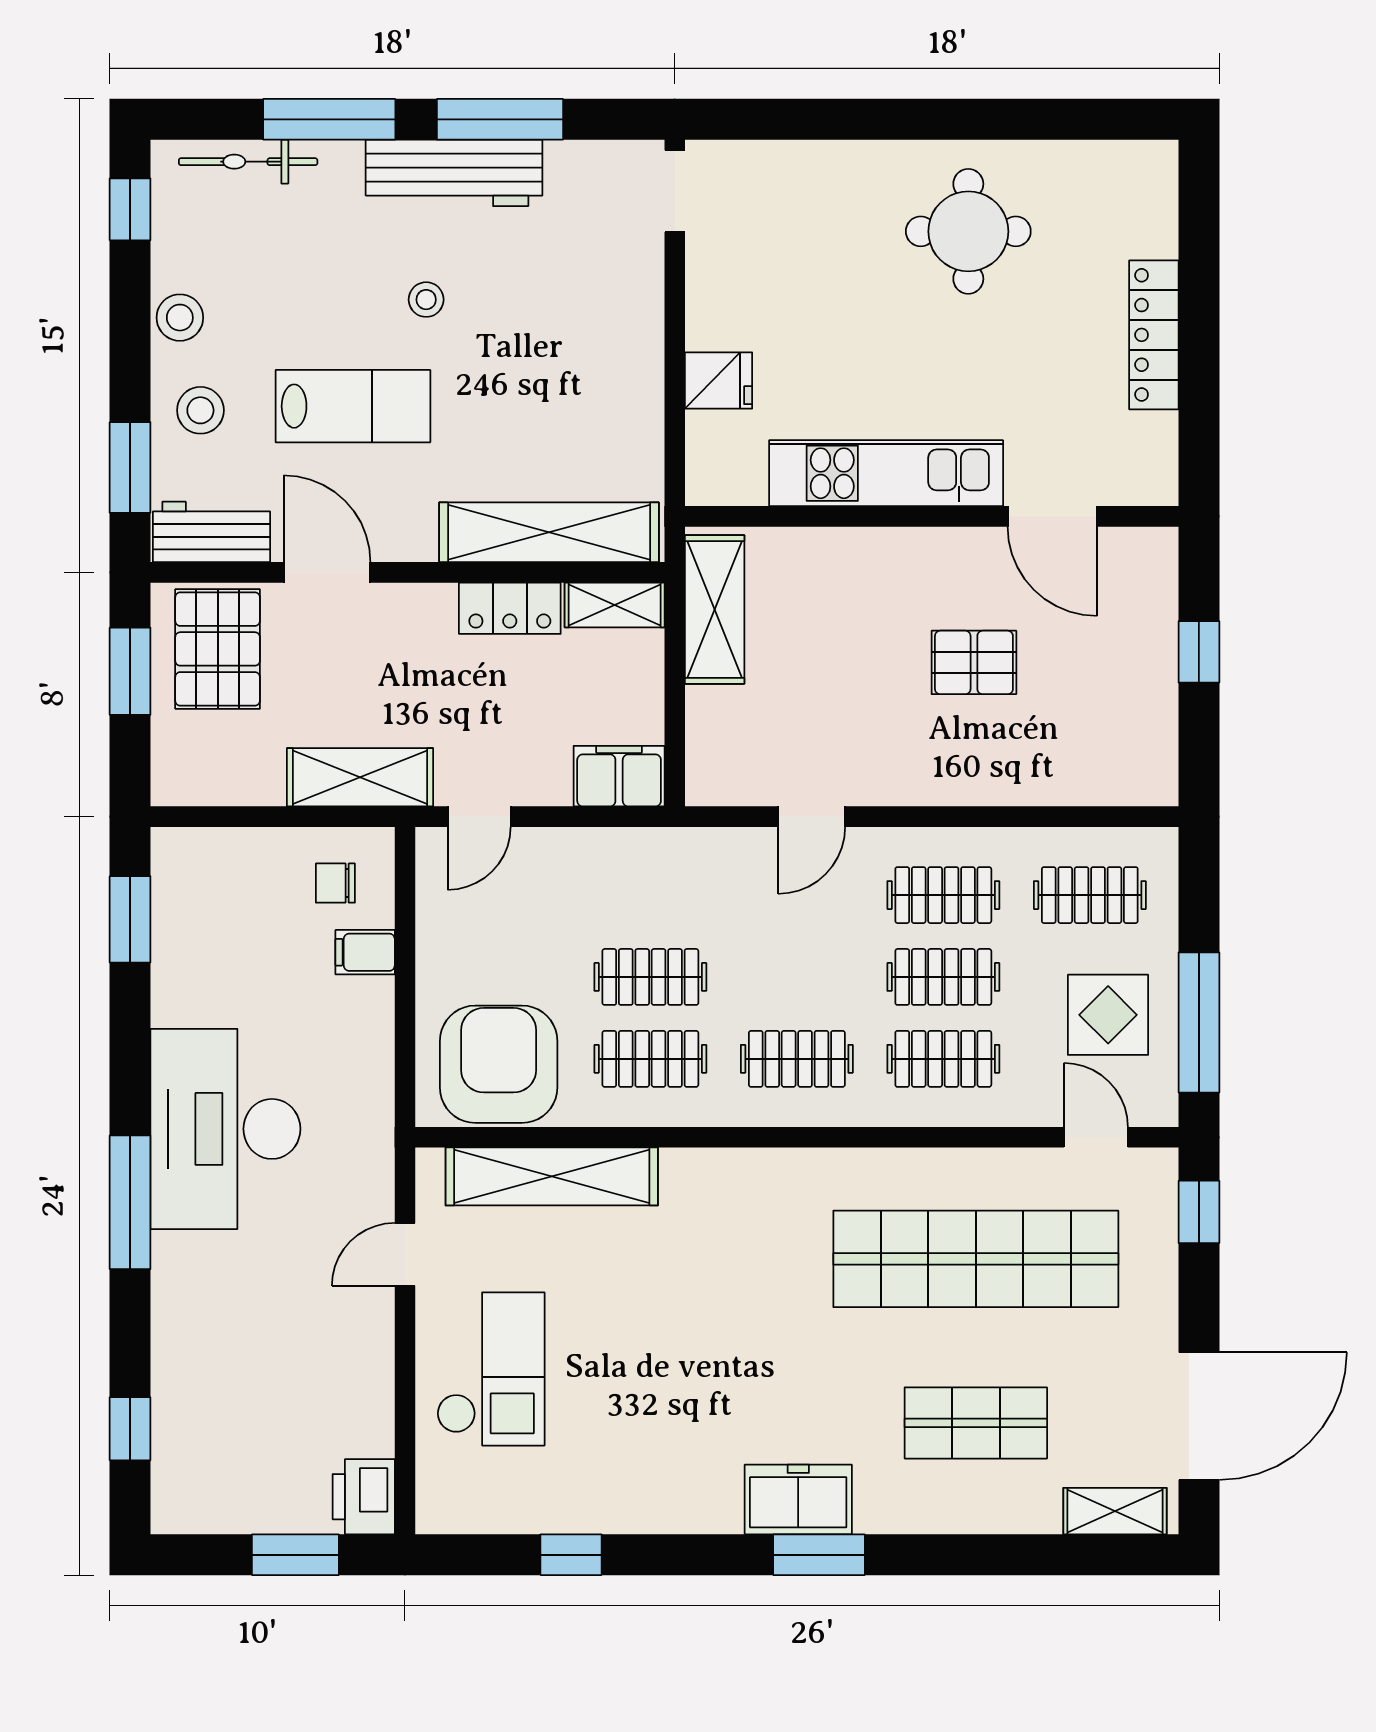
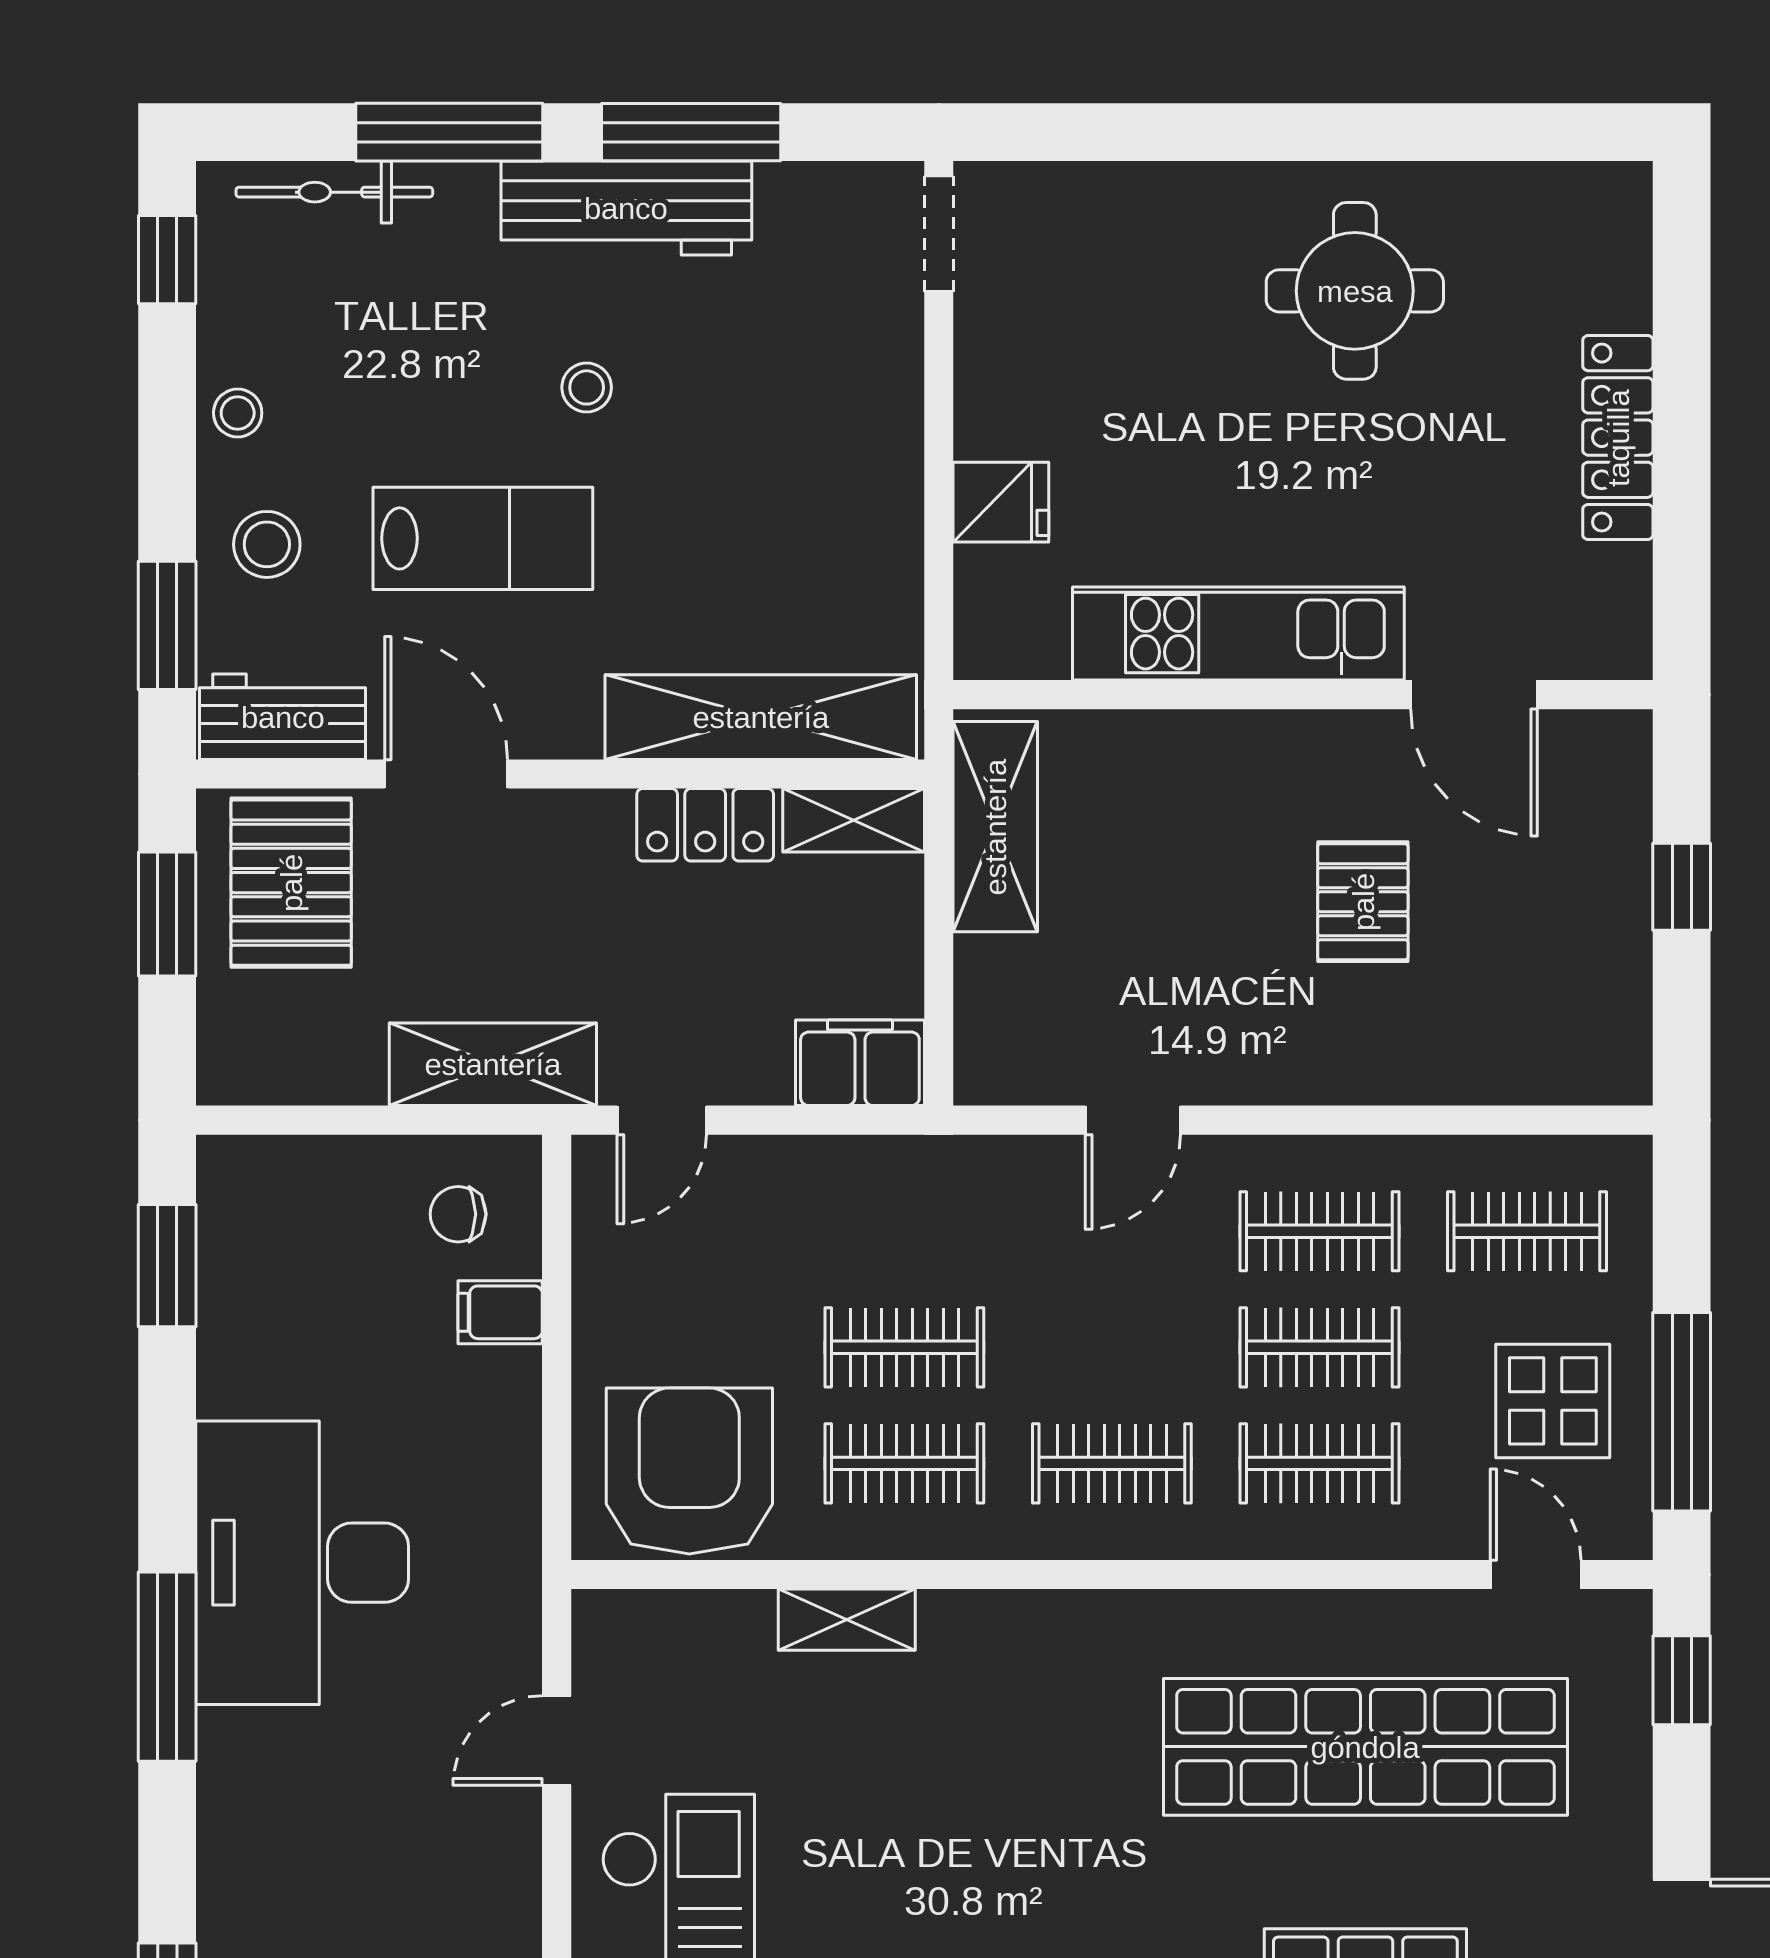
stool: (180, 318) -> (238, 413), width x0.73, depth x0.73
pallet: (974, 662) -> (1363, 902), turned 90
shelving: (552, 1176) -> (847, 1620), width x0.45, depth x0.75

